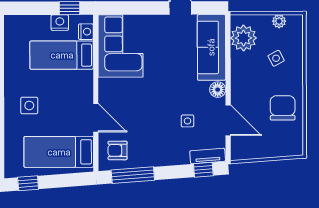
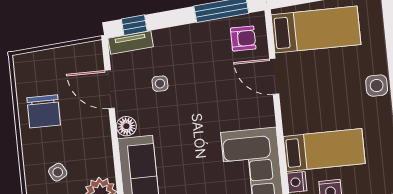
side table: (29, 105) -> (377, 86), moved

